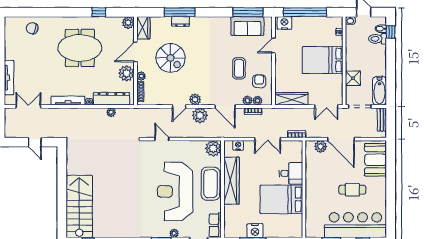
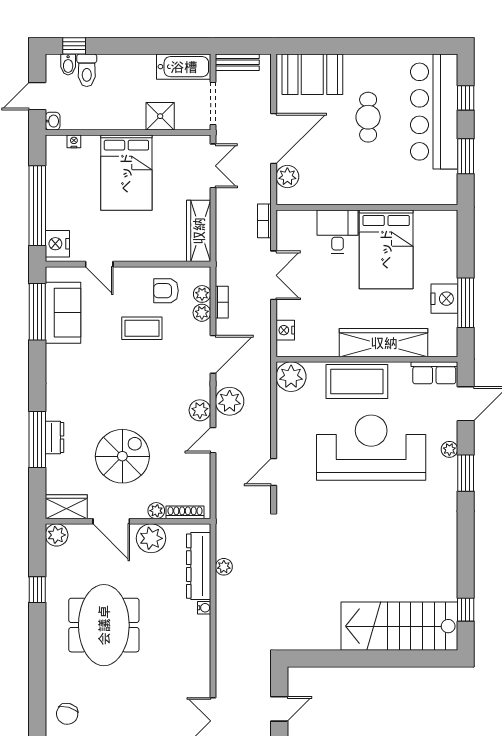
tv unit: (68, 101) -> (202, 647), removed
door: (179, 106) -> (213, 440), swing flipped
wardrobe: (231, 181) -> (384, 343), moved
reception desk: (175, 191) -> (371, 448), turned 180

